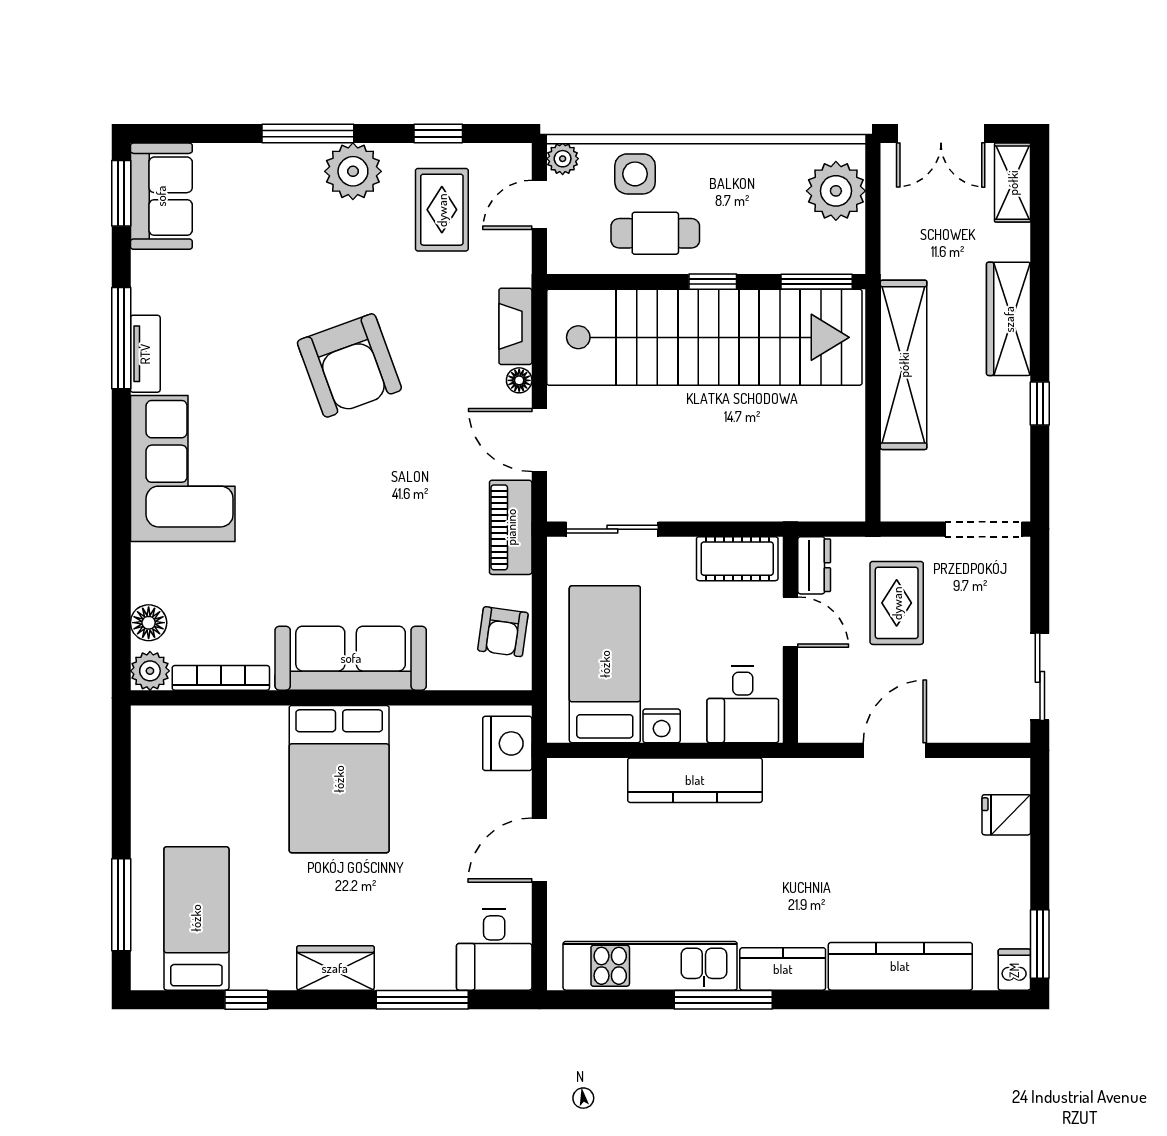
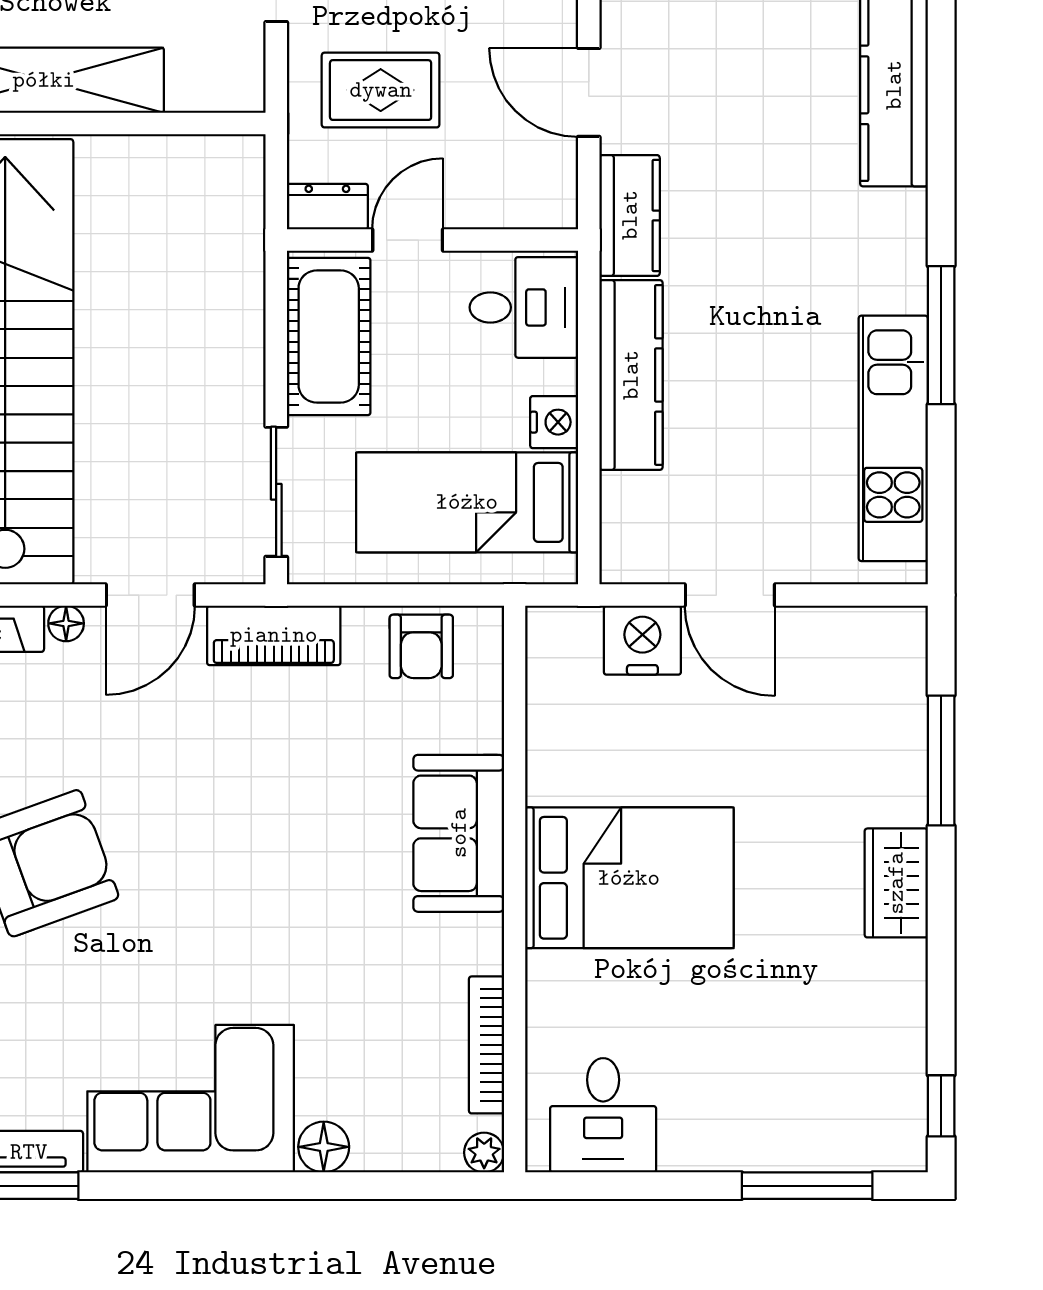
cot: (737, 559) -> (329, 336), width x1.37, depth x1.34
floor lamp: (149, 623) -> (324, 1147), moved
armchair: (503, 632) -> (421, 646), turned 82
sofa: (351, 658) -> (459, 833), width x0.73
plant: (150, 671) -> (484, 1153), width x0.73, depth x0.73
nightstand: (507, 743) -> (642, 640), moved
bed: (196, 918) -> (826, 1079), removed
desk: (494, 950) -> (603, 1115), moved, turned 90
kitchen counter: (783, 969) -> (630, 215), moved, turned 180
window: (246, 1000) -> (941, 1106), moved

